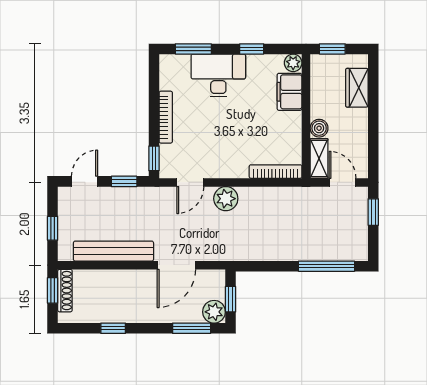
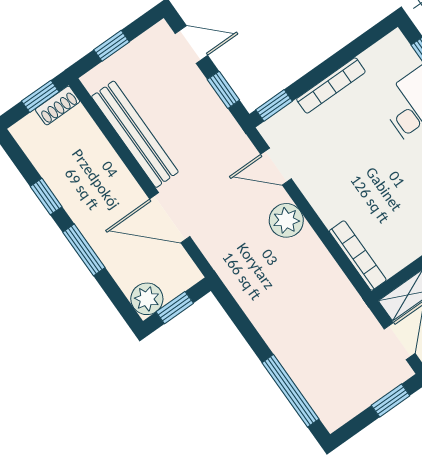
shoe rack: (65, 291) -> (58, 105), width x0.70
window: (192, 328) -> (84, 250), moved

